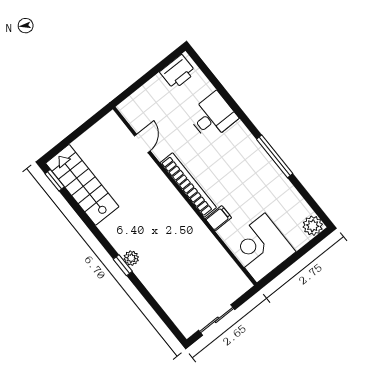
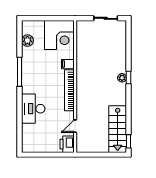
printer: (178, 72) -> (67, 144), moved, turned -90
desk: (213, 116) -> (33, 109), width x1.37
plant: (313, 226) -> (27, 41), moved

